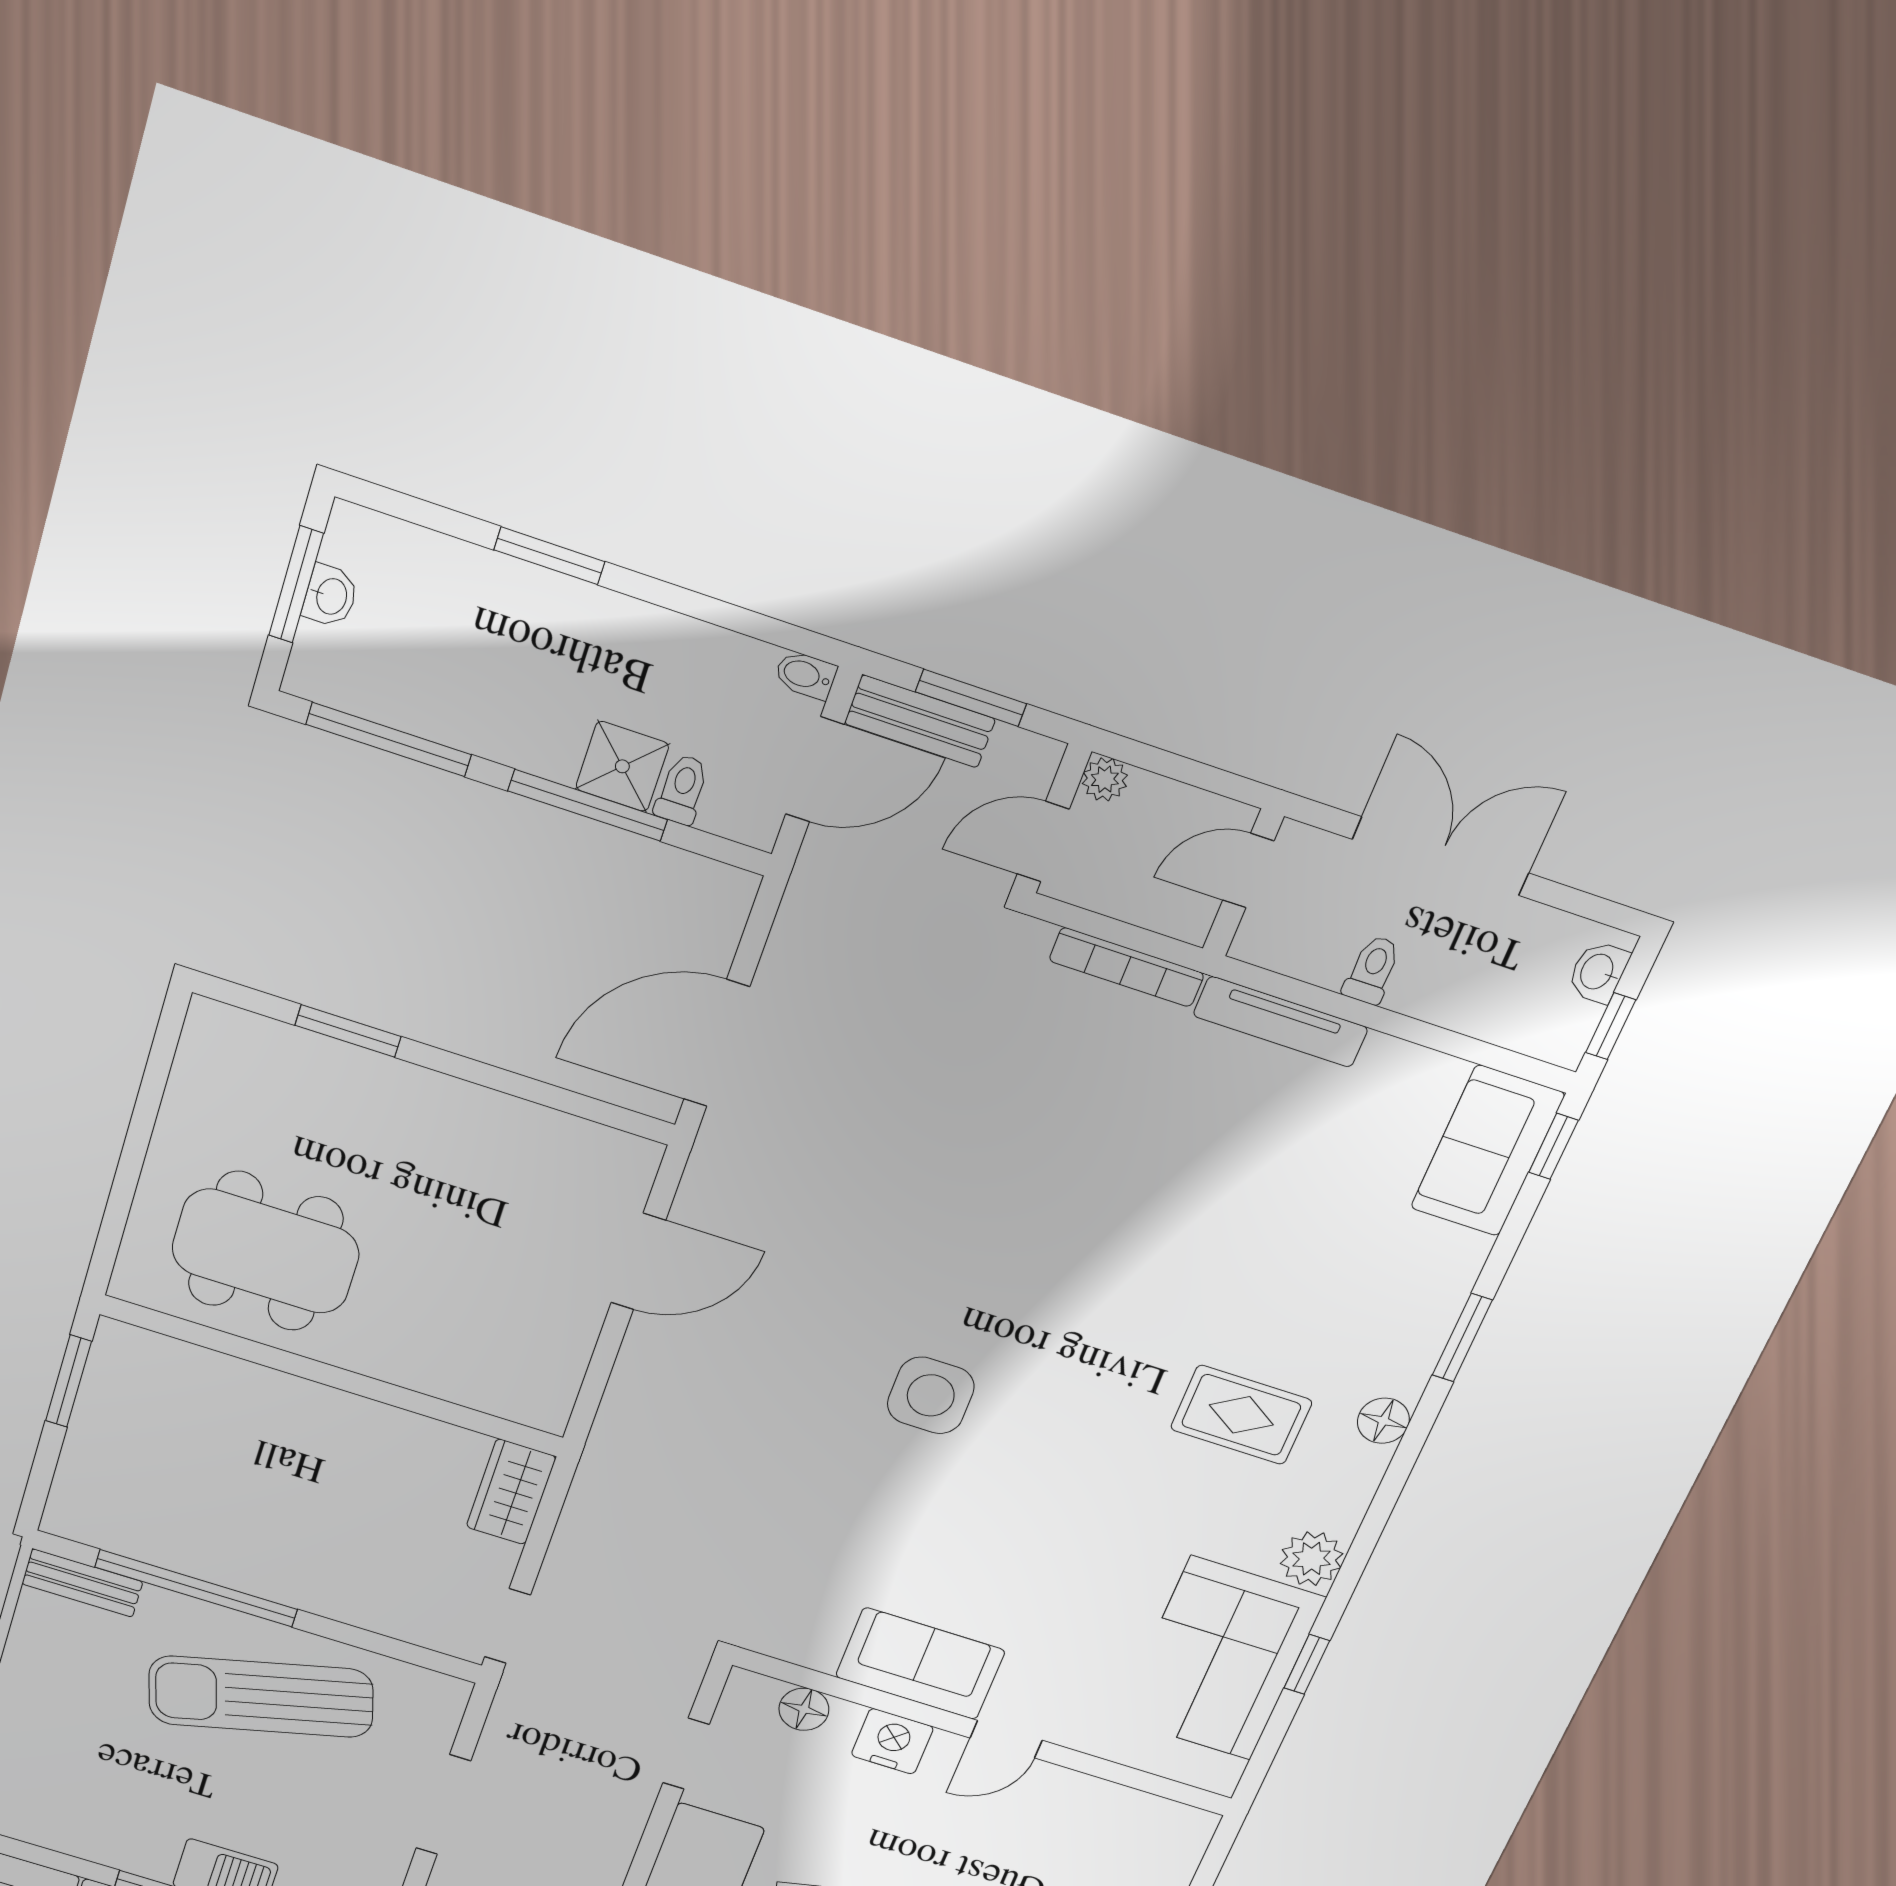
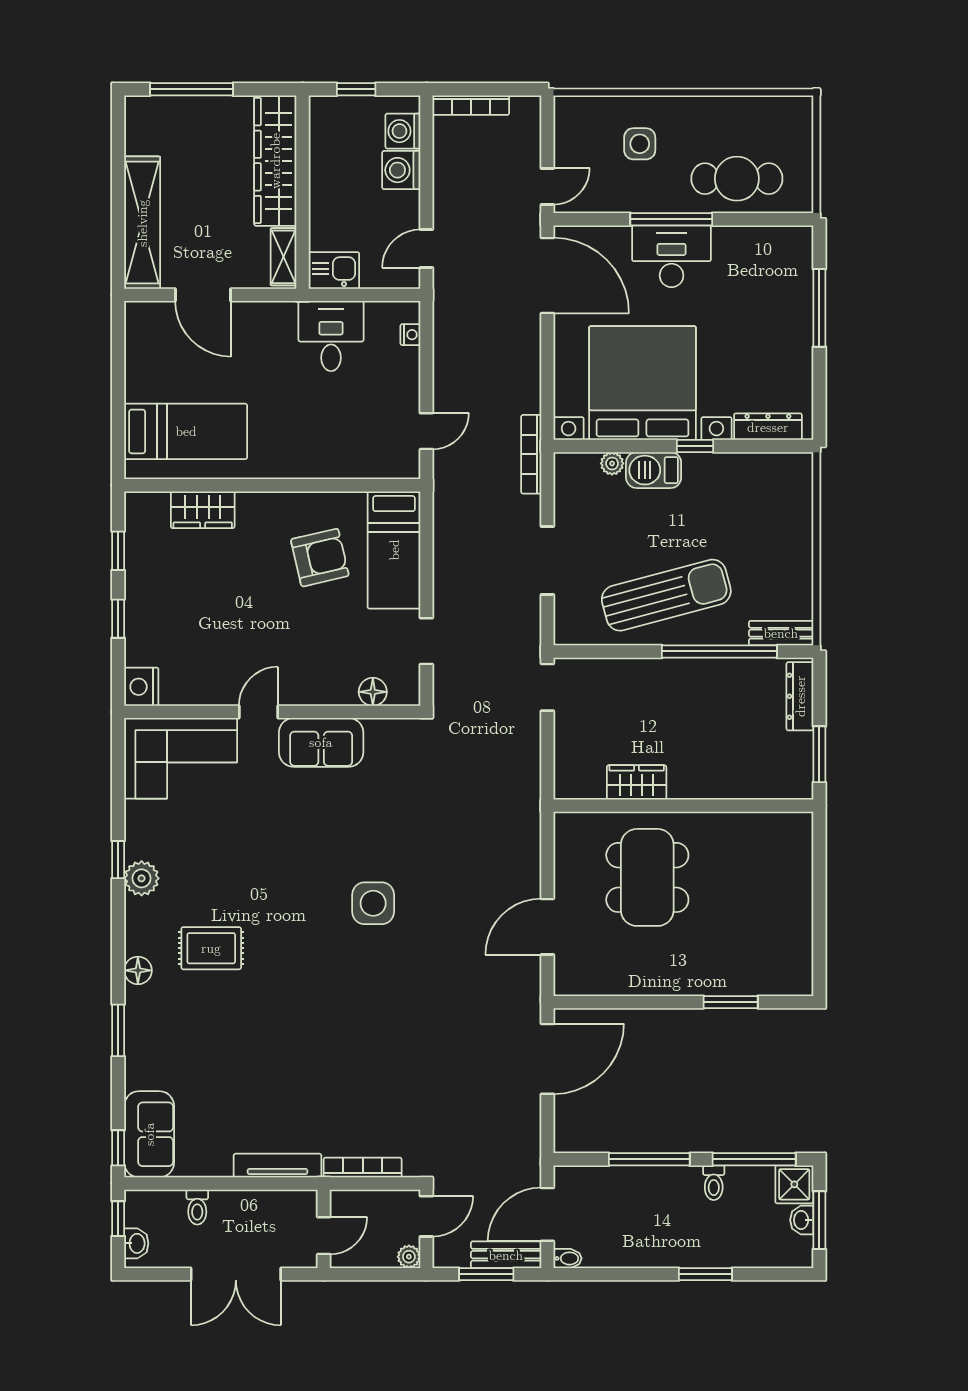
shower: (622, 766) -> (794, 1184), moved
toilet: (682, 789) -> (714, 1183), moved
toilet: (1372, 970) -> (197, 1207), moved
dining table: (266, 1251) -> (647, 877), moved, turned 90
dresser: (77, 1480) -> (800, 696), added
wardrobe: (511, 1492) -> (637, 782), moved, turned -90
corner sofa: (1221, 1659) -> (181, 758), moved, turned 90
window: (1307, 1664) -> (118, 860), moved
nightstand: (892, 1741) -> (141, 687), moved, turned 90

